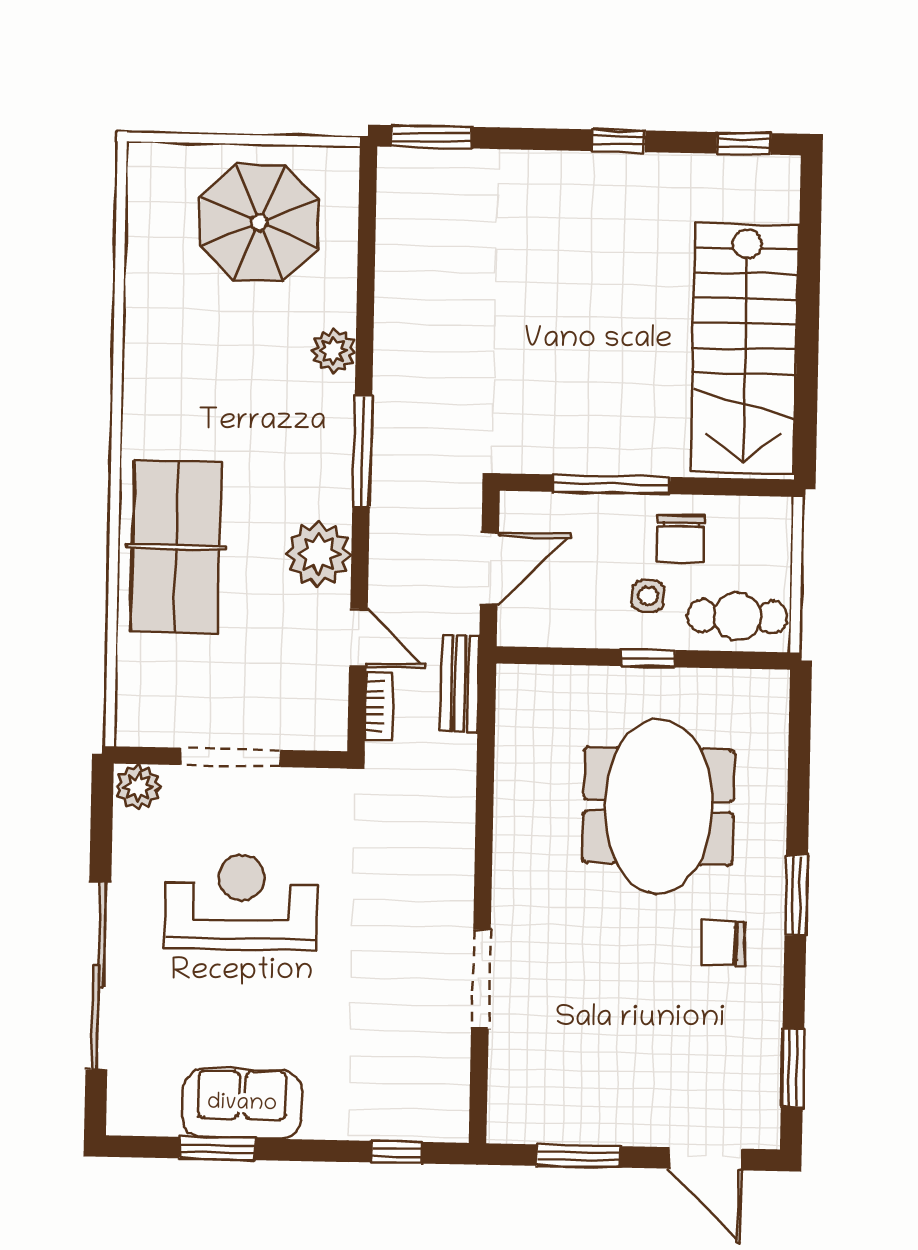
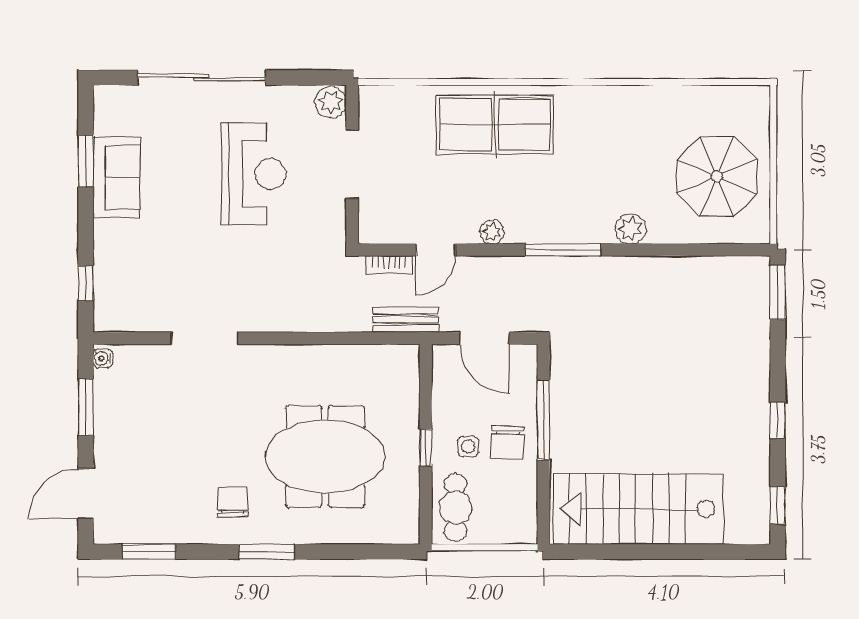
chair: (681, 539) -> (507, 442), moved, turned -88
plant: (318, 554) -> (492, 232), width x0.53, depth x0.53
water cooler: (507, 1129) -> (103, 358), added

